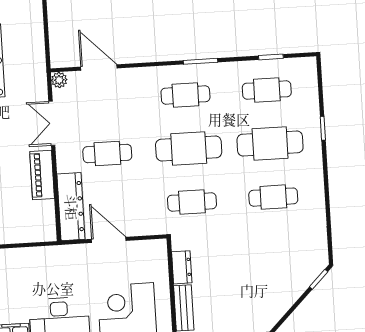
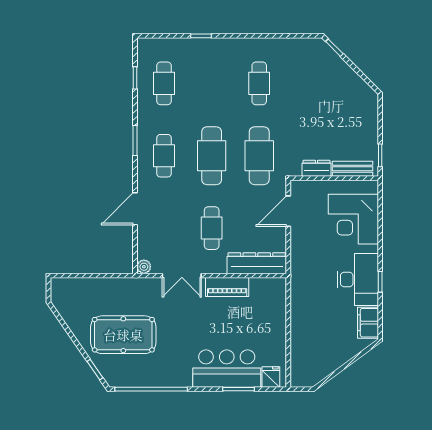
door: (99, 68) -> (135, 209), moved
cafe table: (270, 144) -> (212, 83), removed
cafe table: (192, 202) -> (259, 156), width x1.37, depth x1.35
door: (109, 240) -> (288, 211), moved

